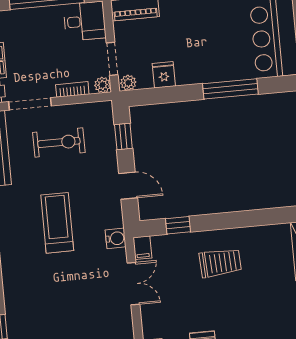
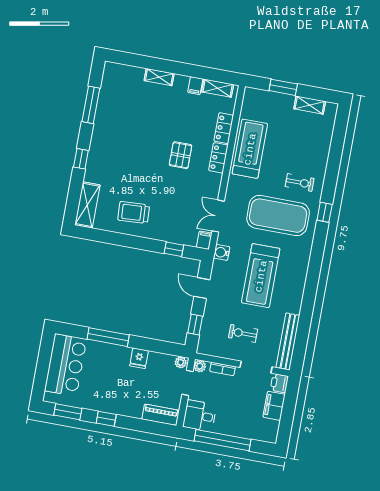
fridge: (164, 75) -> (139, 358), moved
exercise bike: (59, 142) -> (243, 333), width x0.73, depth x0.72
treadmill: (57, 223) -> (261, 276), width x1.37, depth x1.38
trolley: (220, 263) -> (134, 213), moved
exercise mat: (57, 306) -> (278, 216), added

